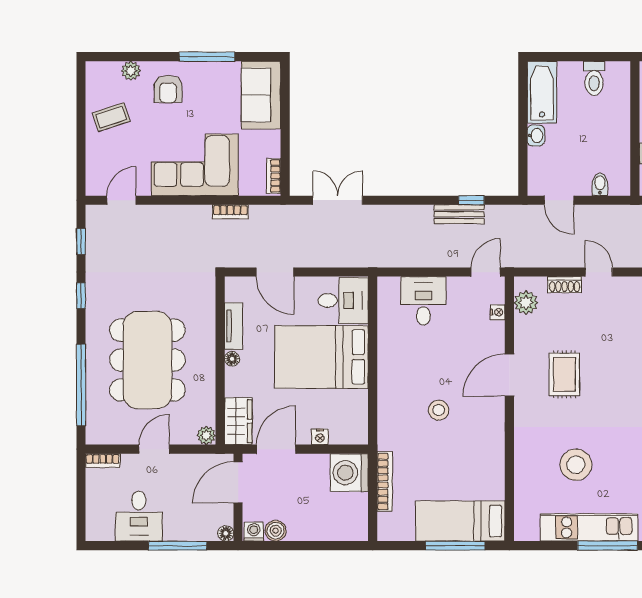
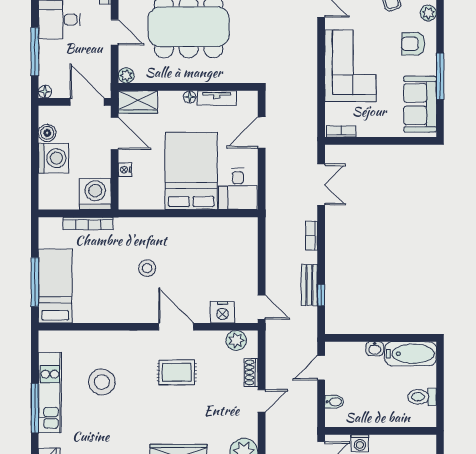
sofa: (261, 95) -> (420, 104), moved, turned -90
bookcase: (230, 212) -> (311, 236), moved
desk: (423, 301) -> (238, 255), removed
nightstand: (498, 312) -> (222, 312), width x1.89, depth x1.79
washing machine: (254, 532) -> (53, 158), moved, width x1.89, depth x1.89

